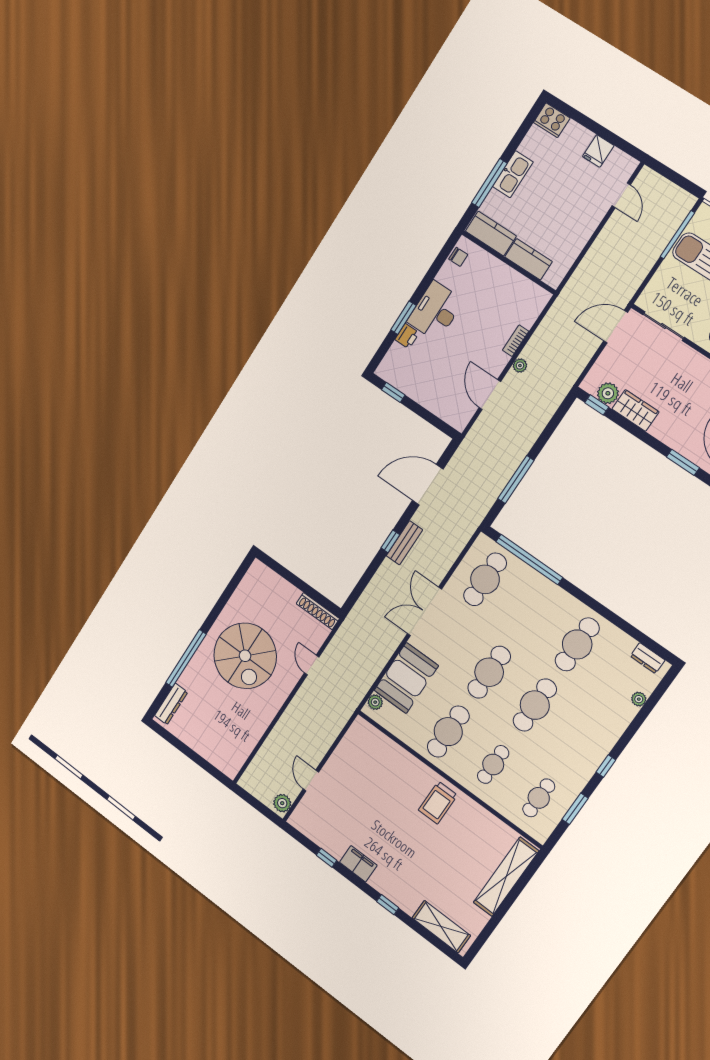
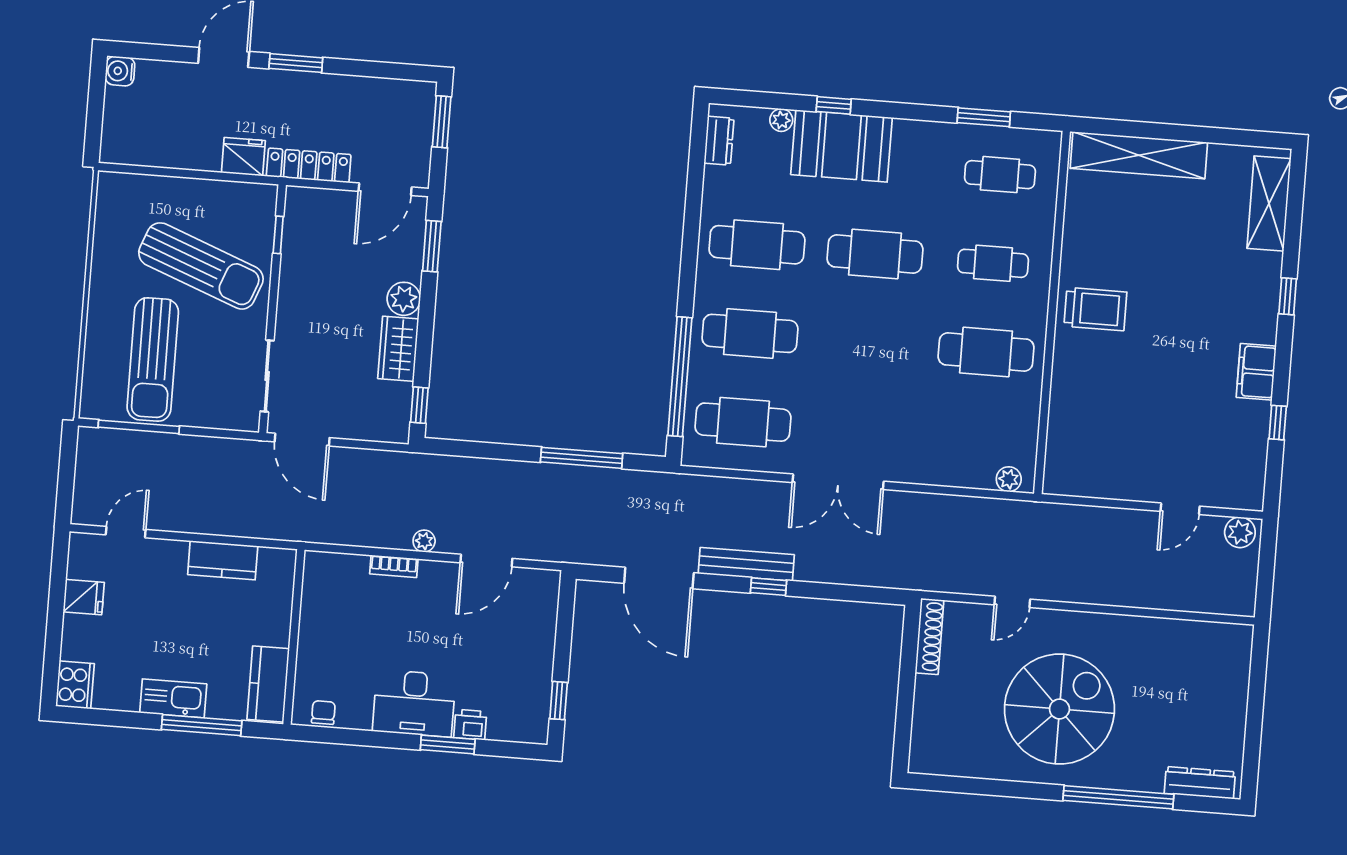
kitchen counter: (528, 259) -> (223, 560), moved, turned -90
plant: (608, 393) -> (404, 299), moved
bench: (404, 543) -> (746, 564), width x1.36
cafe table: (489, 672) -> (750, 333), moved
booth: (406, 678) -> (841, 146), moved
window: (606, 766) -> (834, 105), moved

